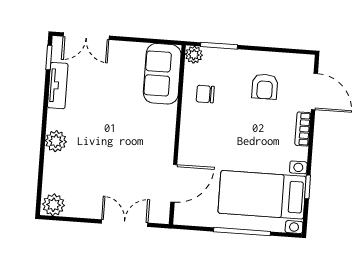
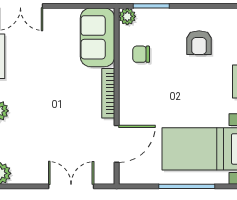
bookcase: (169, 131) -> (108, 93), added

